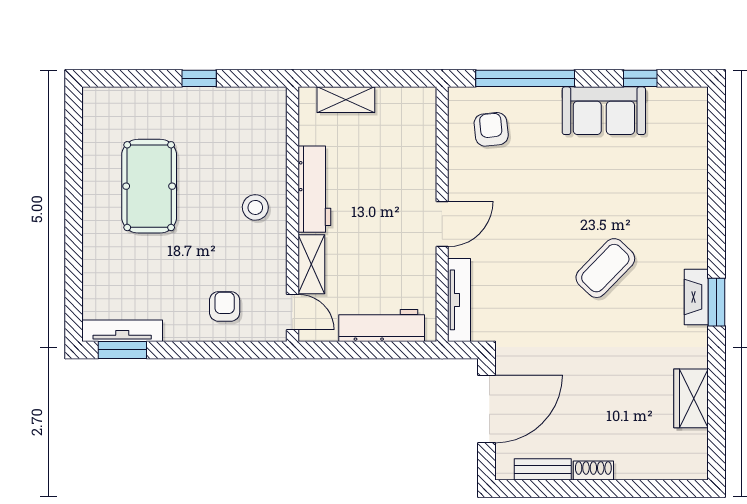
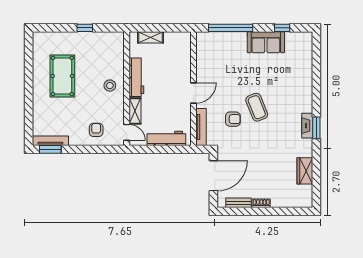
armchair: (491, 129) -> (233, 119), moved, turned 96
coffee table: (605, 268) -> (257, 107), moved, turned -66

